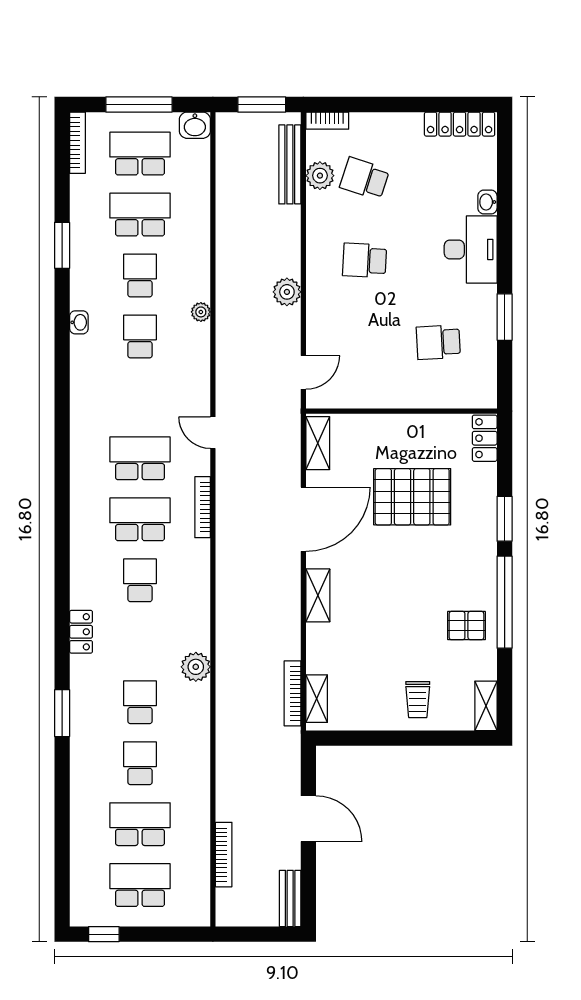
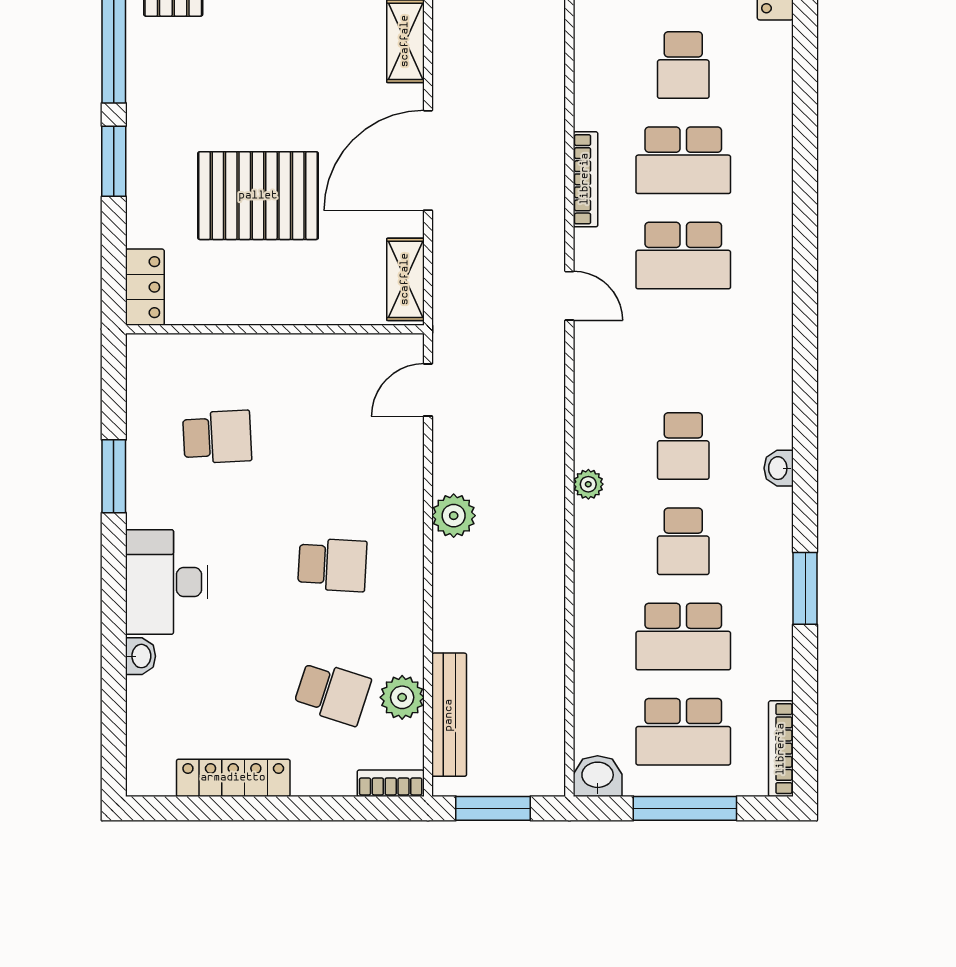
locker: (460, 124) -> (233, 778), moved

